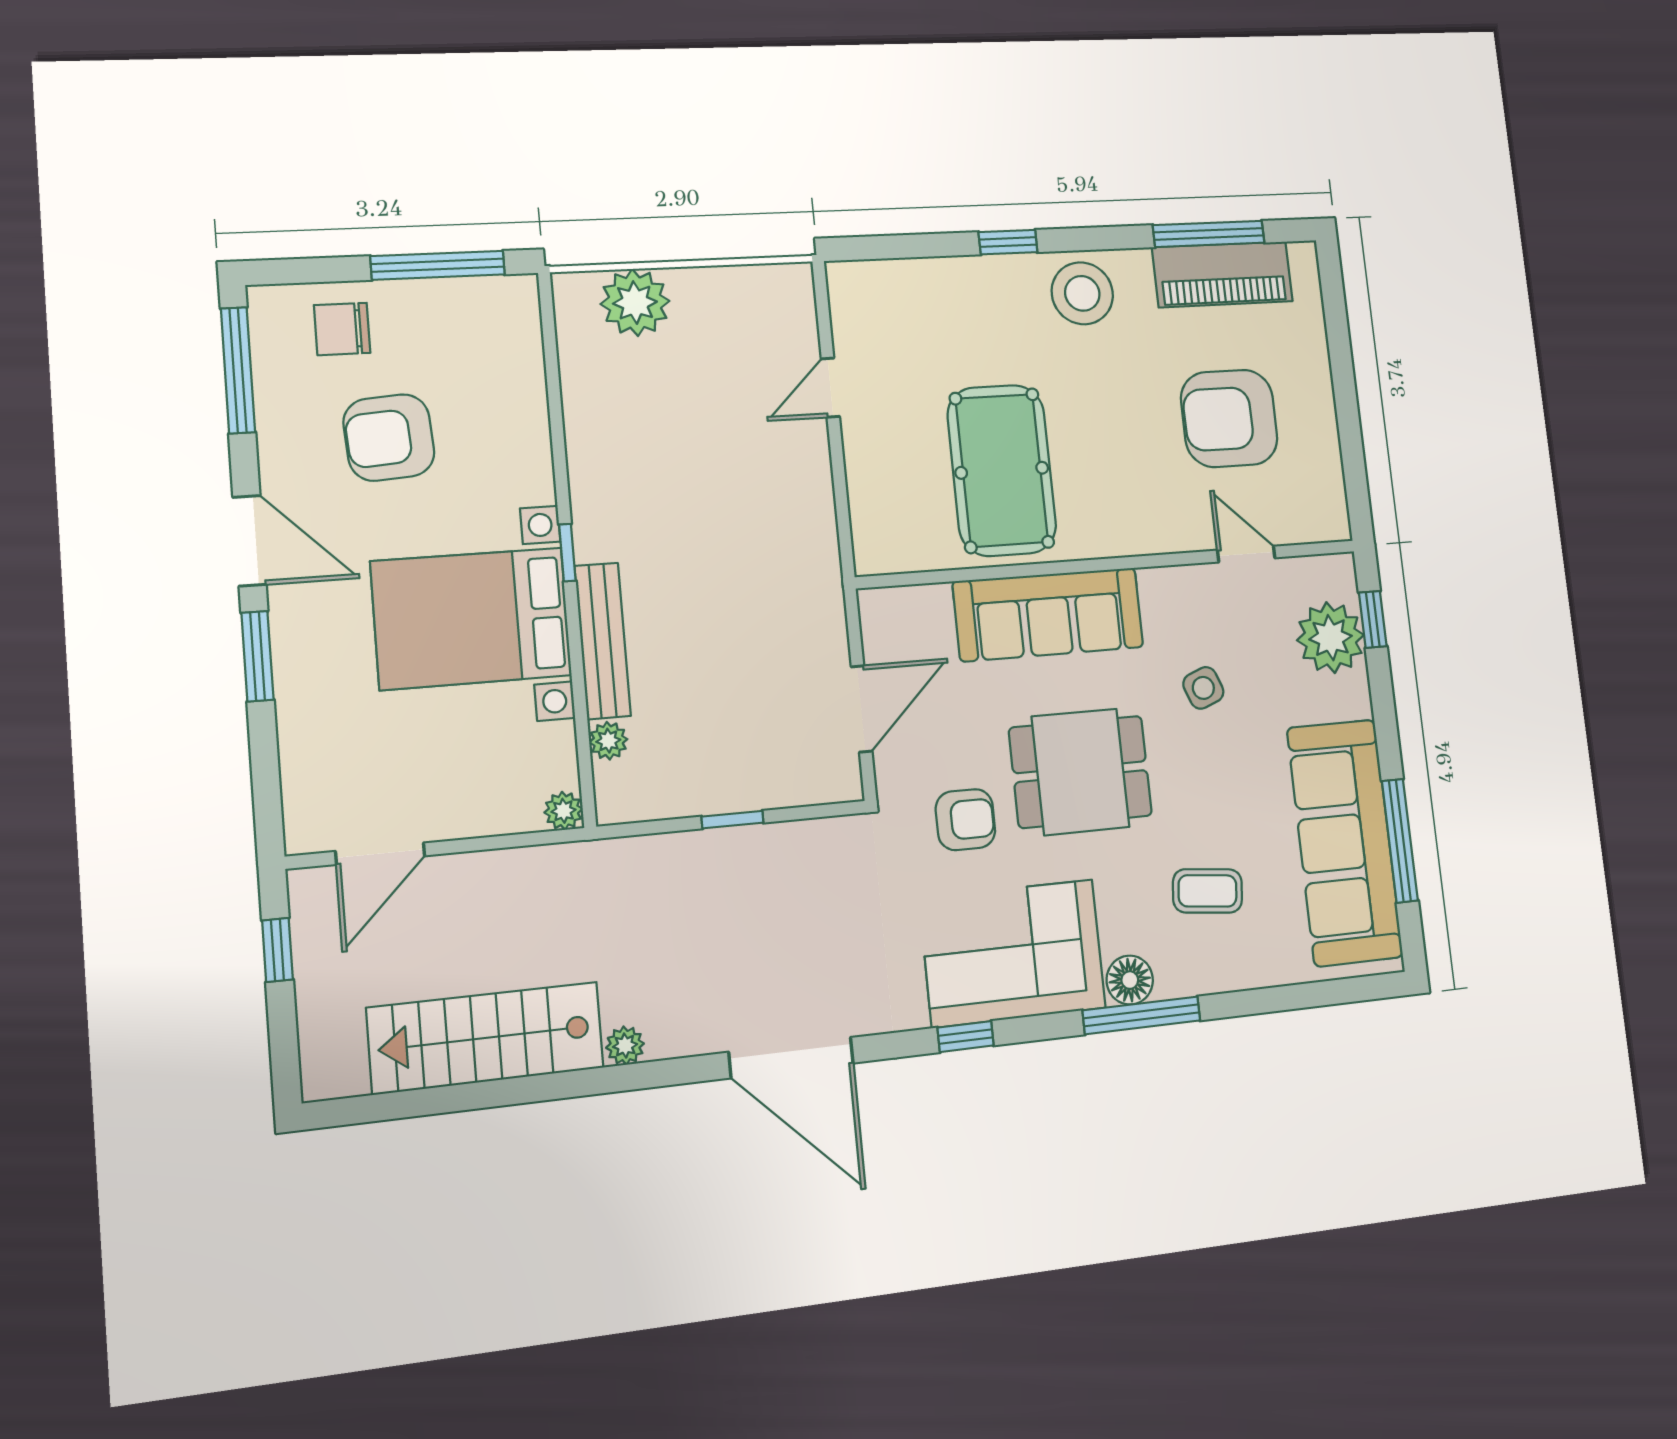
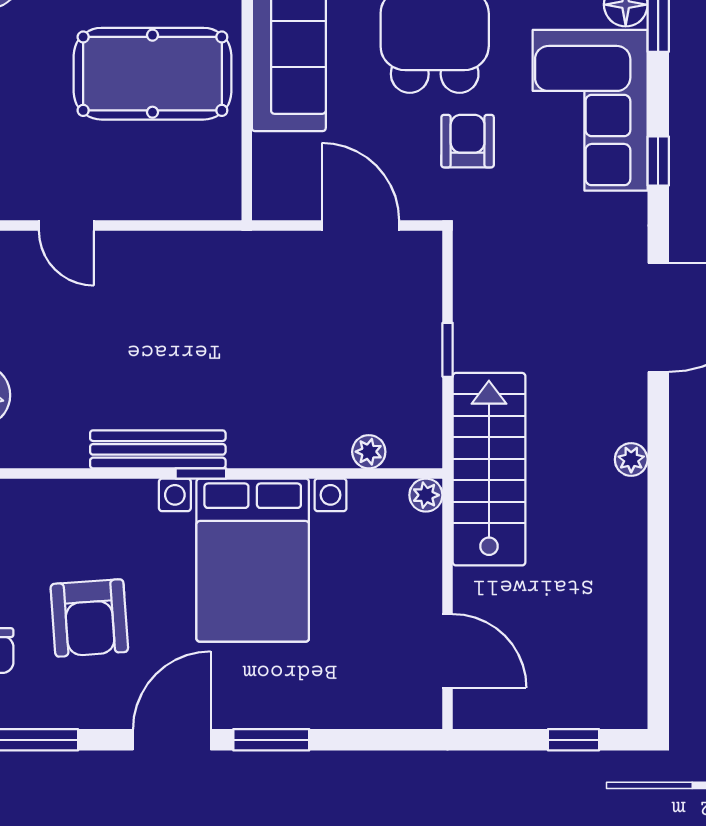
bench: (603, 641) -> (158, 449), moved
window: (277, 950) -> (573, 740), moved
stairs: (486, 1038) -> (489, 469), moved, turned 180

